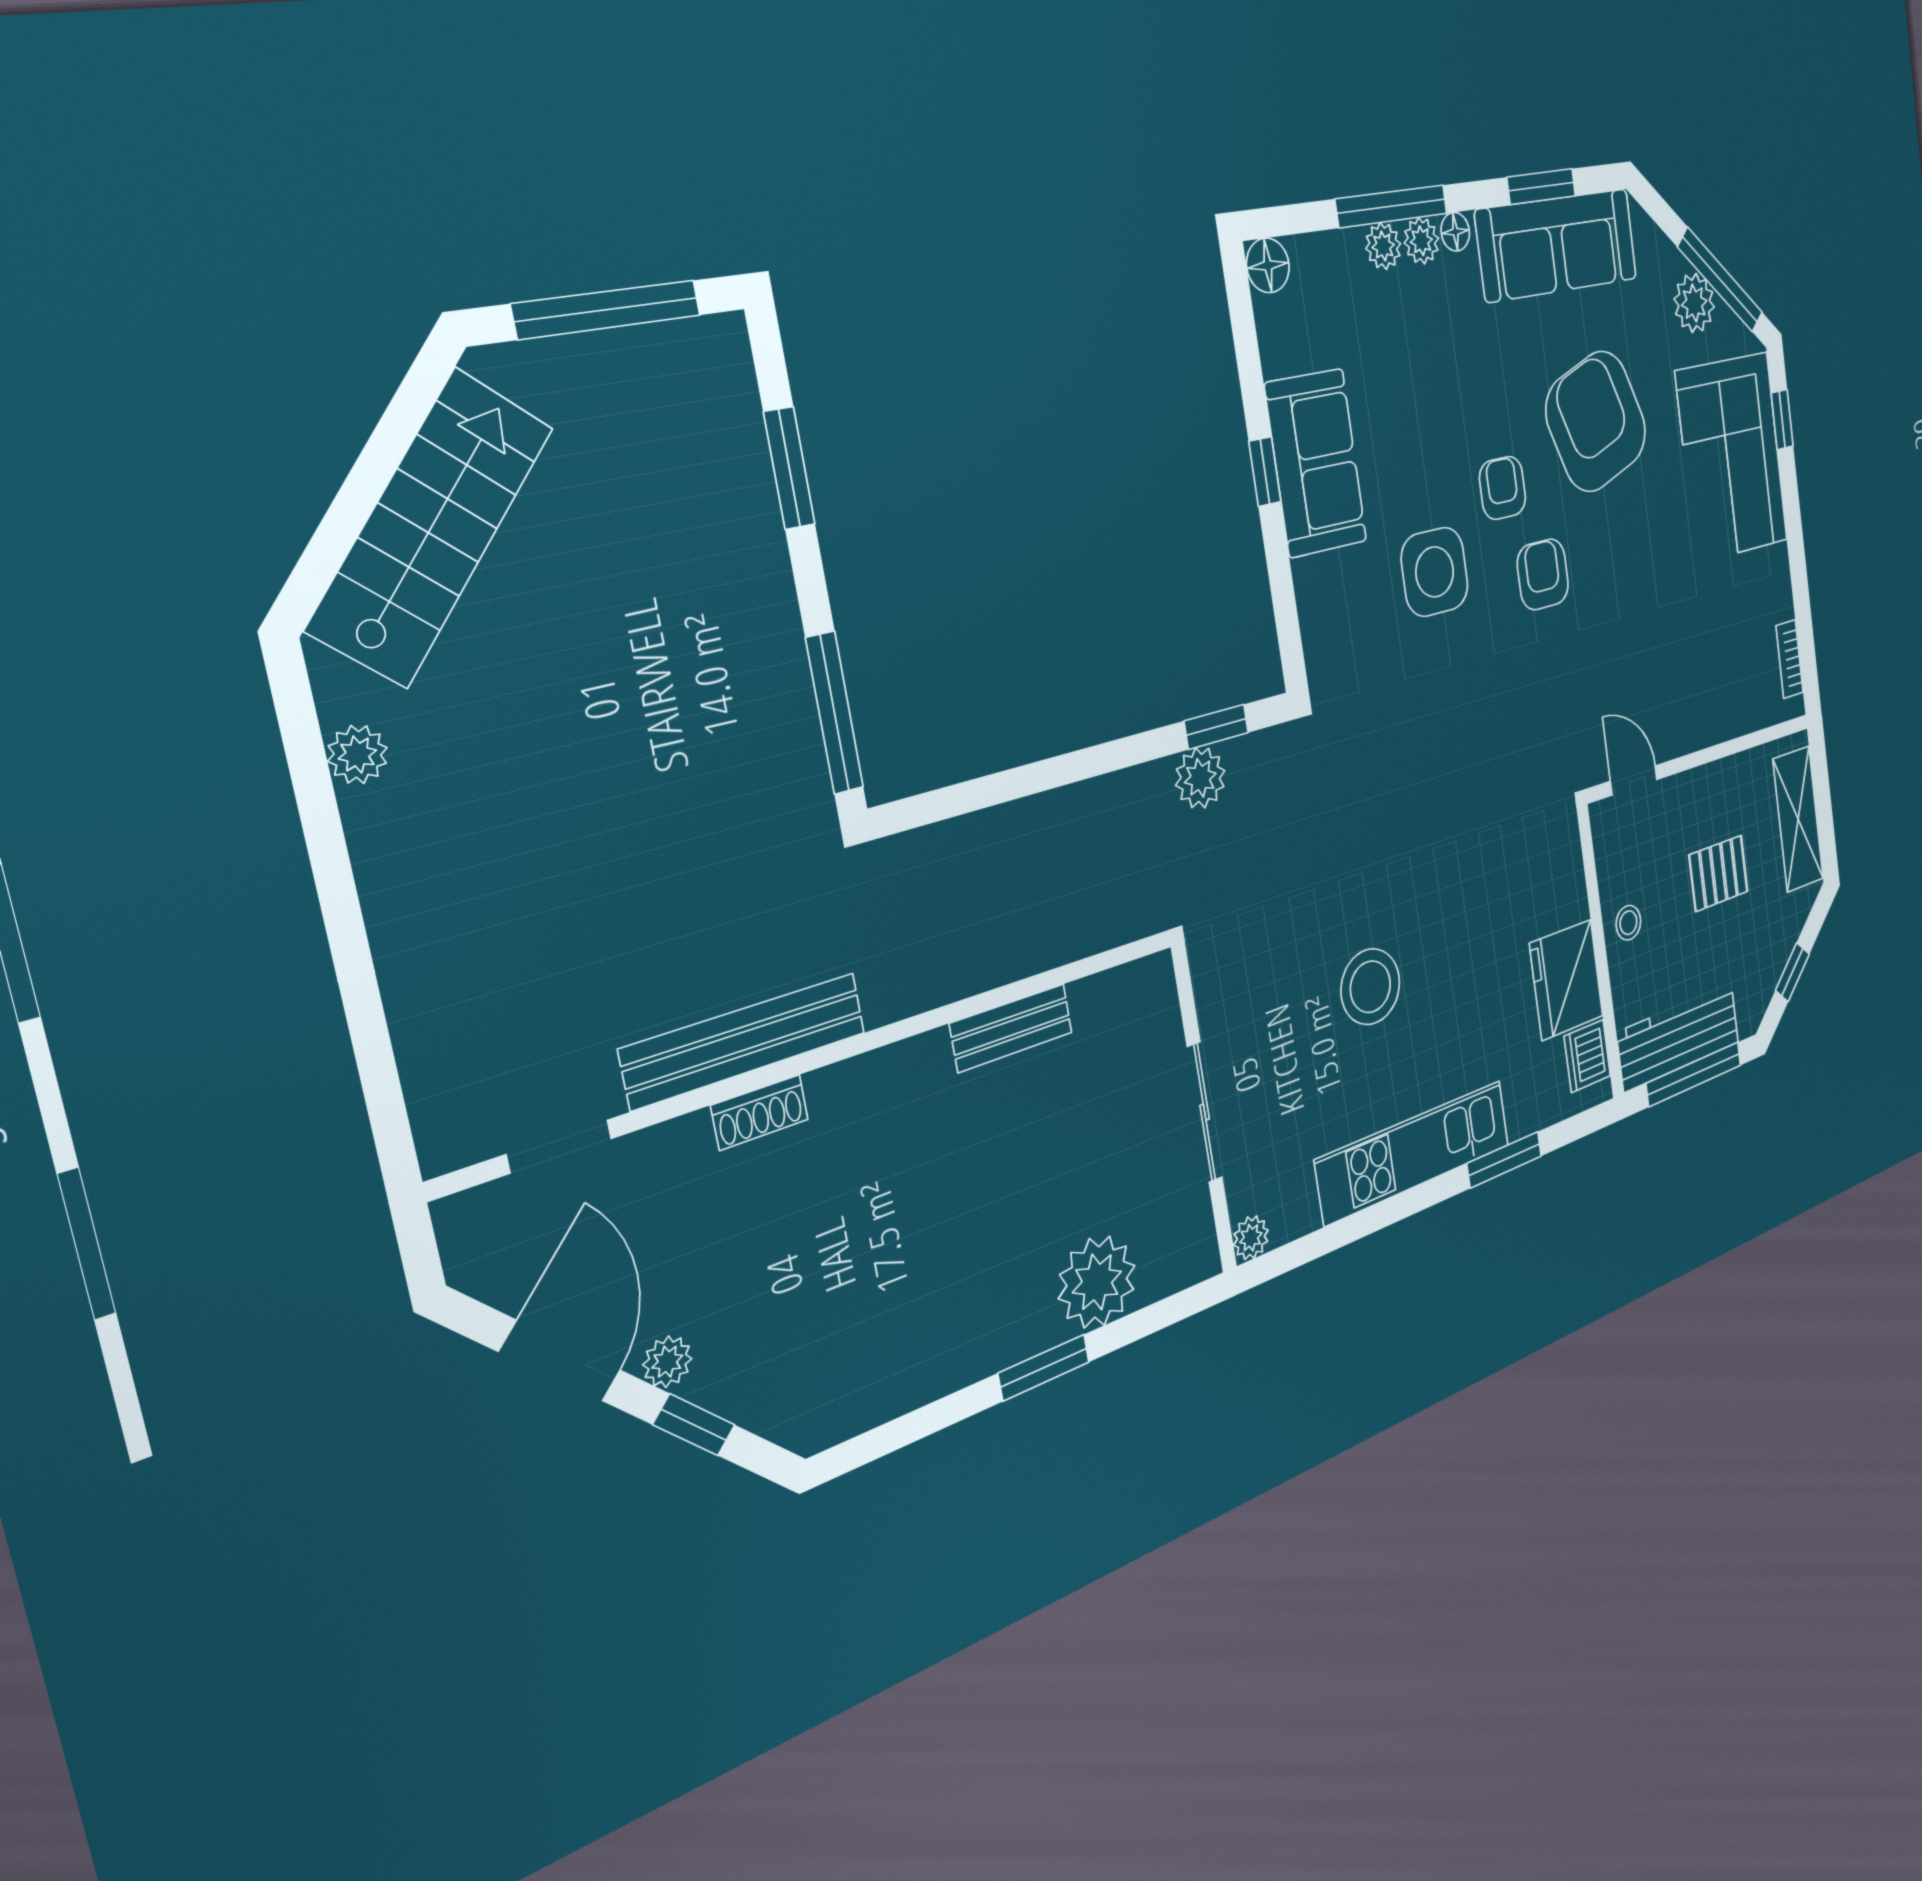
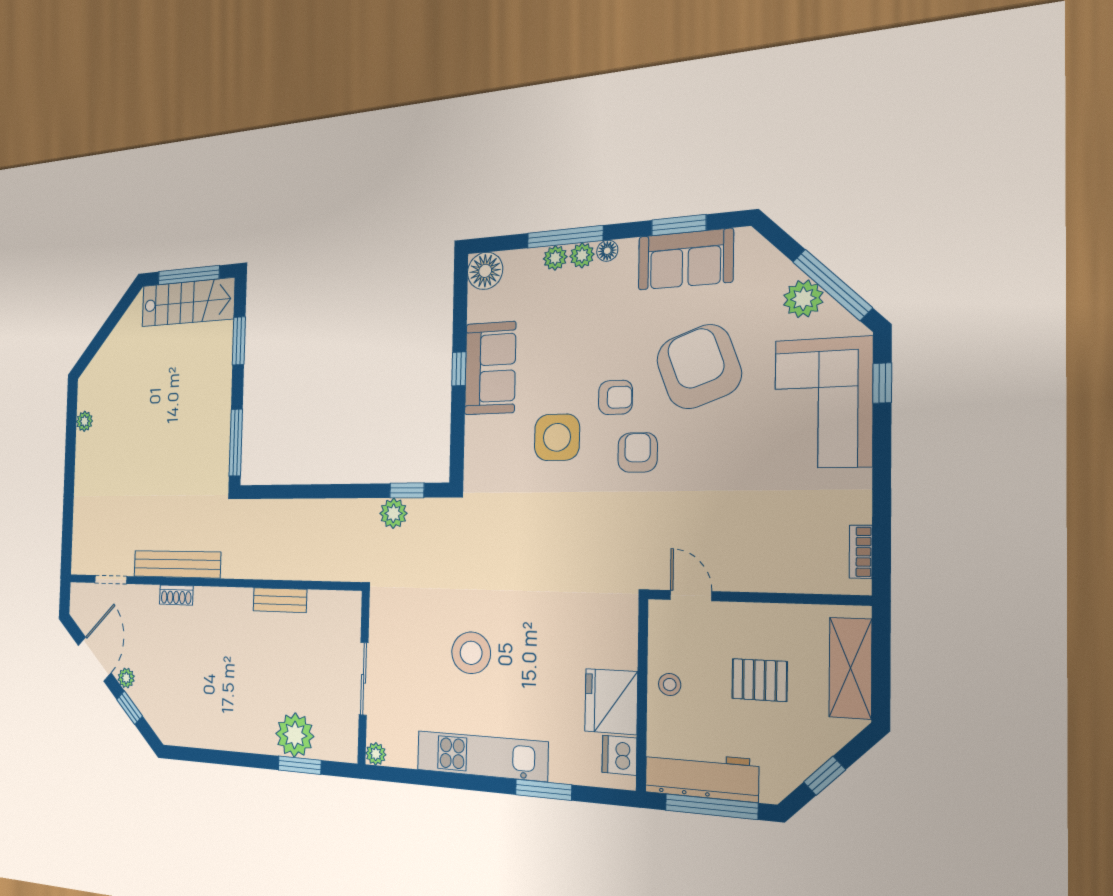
sofa: (1557, 245) -> (685, 259), width x0.73
floor lamp: (1268, 265) -> (485, 271), width x1.38, depth x1.38
armchair: (1503, 488) -> (615, 397), turned 90
stairs: (431, 527) -> (188, 302), moved, turned 49
window: (1044, 1368) -> (300, 765), moved

